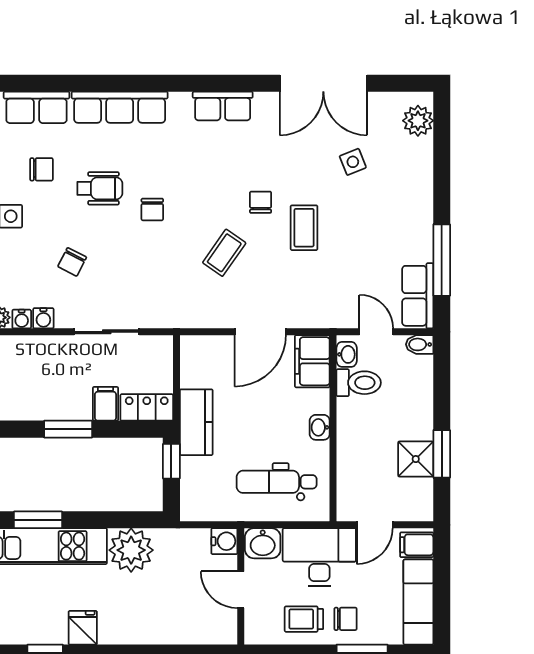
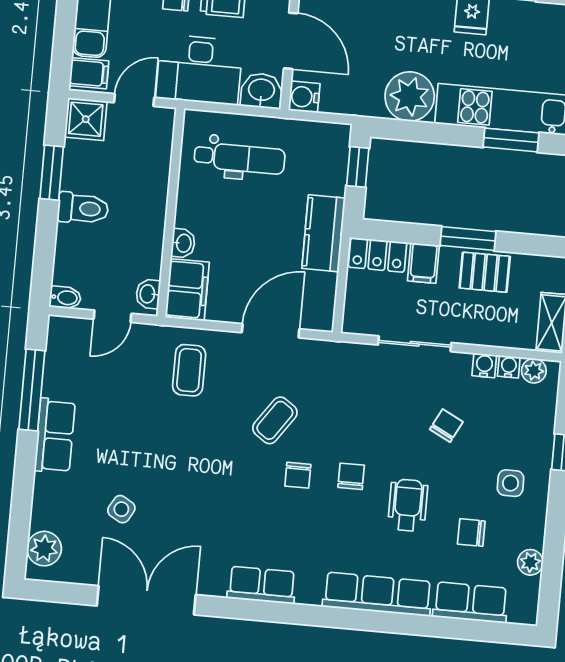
side table: (353, 162) -> (121, 509), turned -38
wheelchair: (100, 188) -> (408, 505), turned 90
chair: (261, 202) -> (298, 475), moved
coffee table: (304, 228) -> (189, 370), moved
row of seats: (418, 296) -> (55, 436), moved
door: (260, 332) -> (271, 331), moved
door: (376, 332) -> (113, 316), hinge flipped
toilet: (359, 383) -> (83, 208), moved, turned 180
pallet: (51, 401) -> (485, 272), added
washbasin: (320, 427) -> (183, 243), moved
shower: (416, 459) -> (86, 119), moved
window: (171, 461) -> (358, 167), moved
door: (241, 590) -> (291, 41), width x1.38

